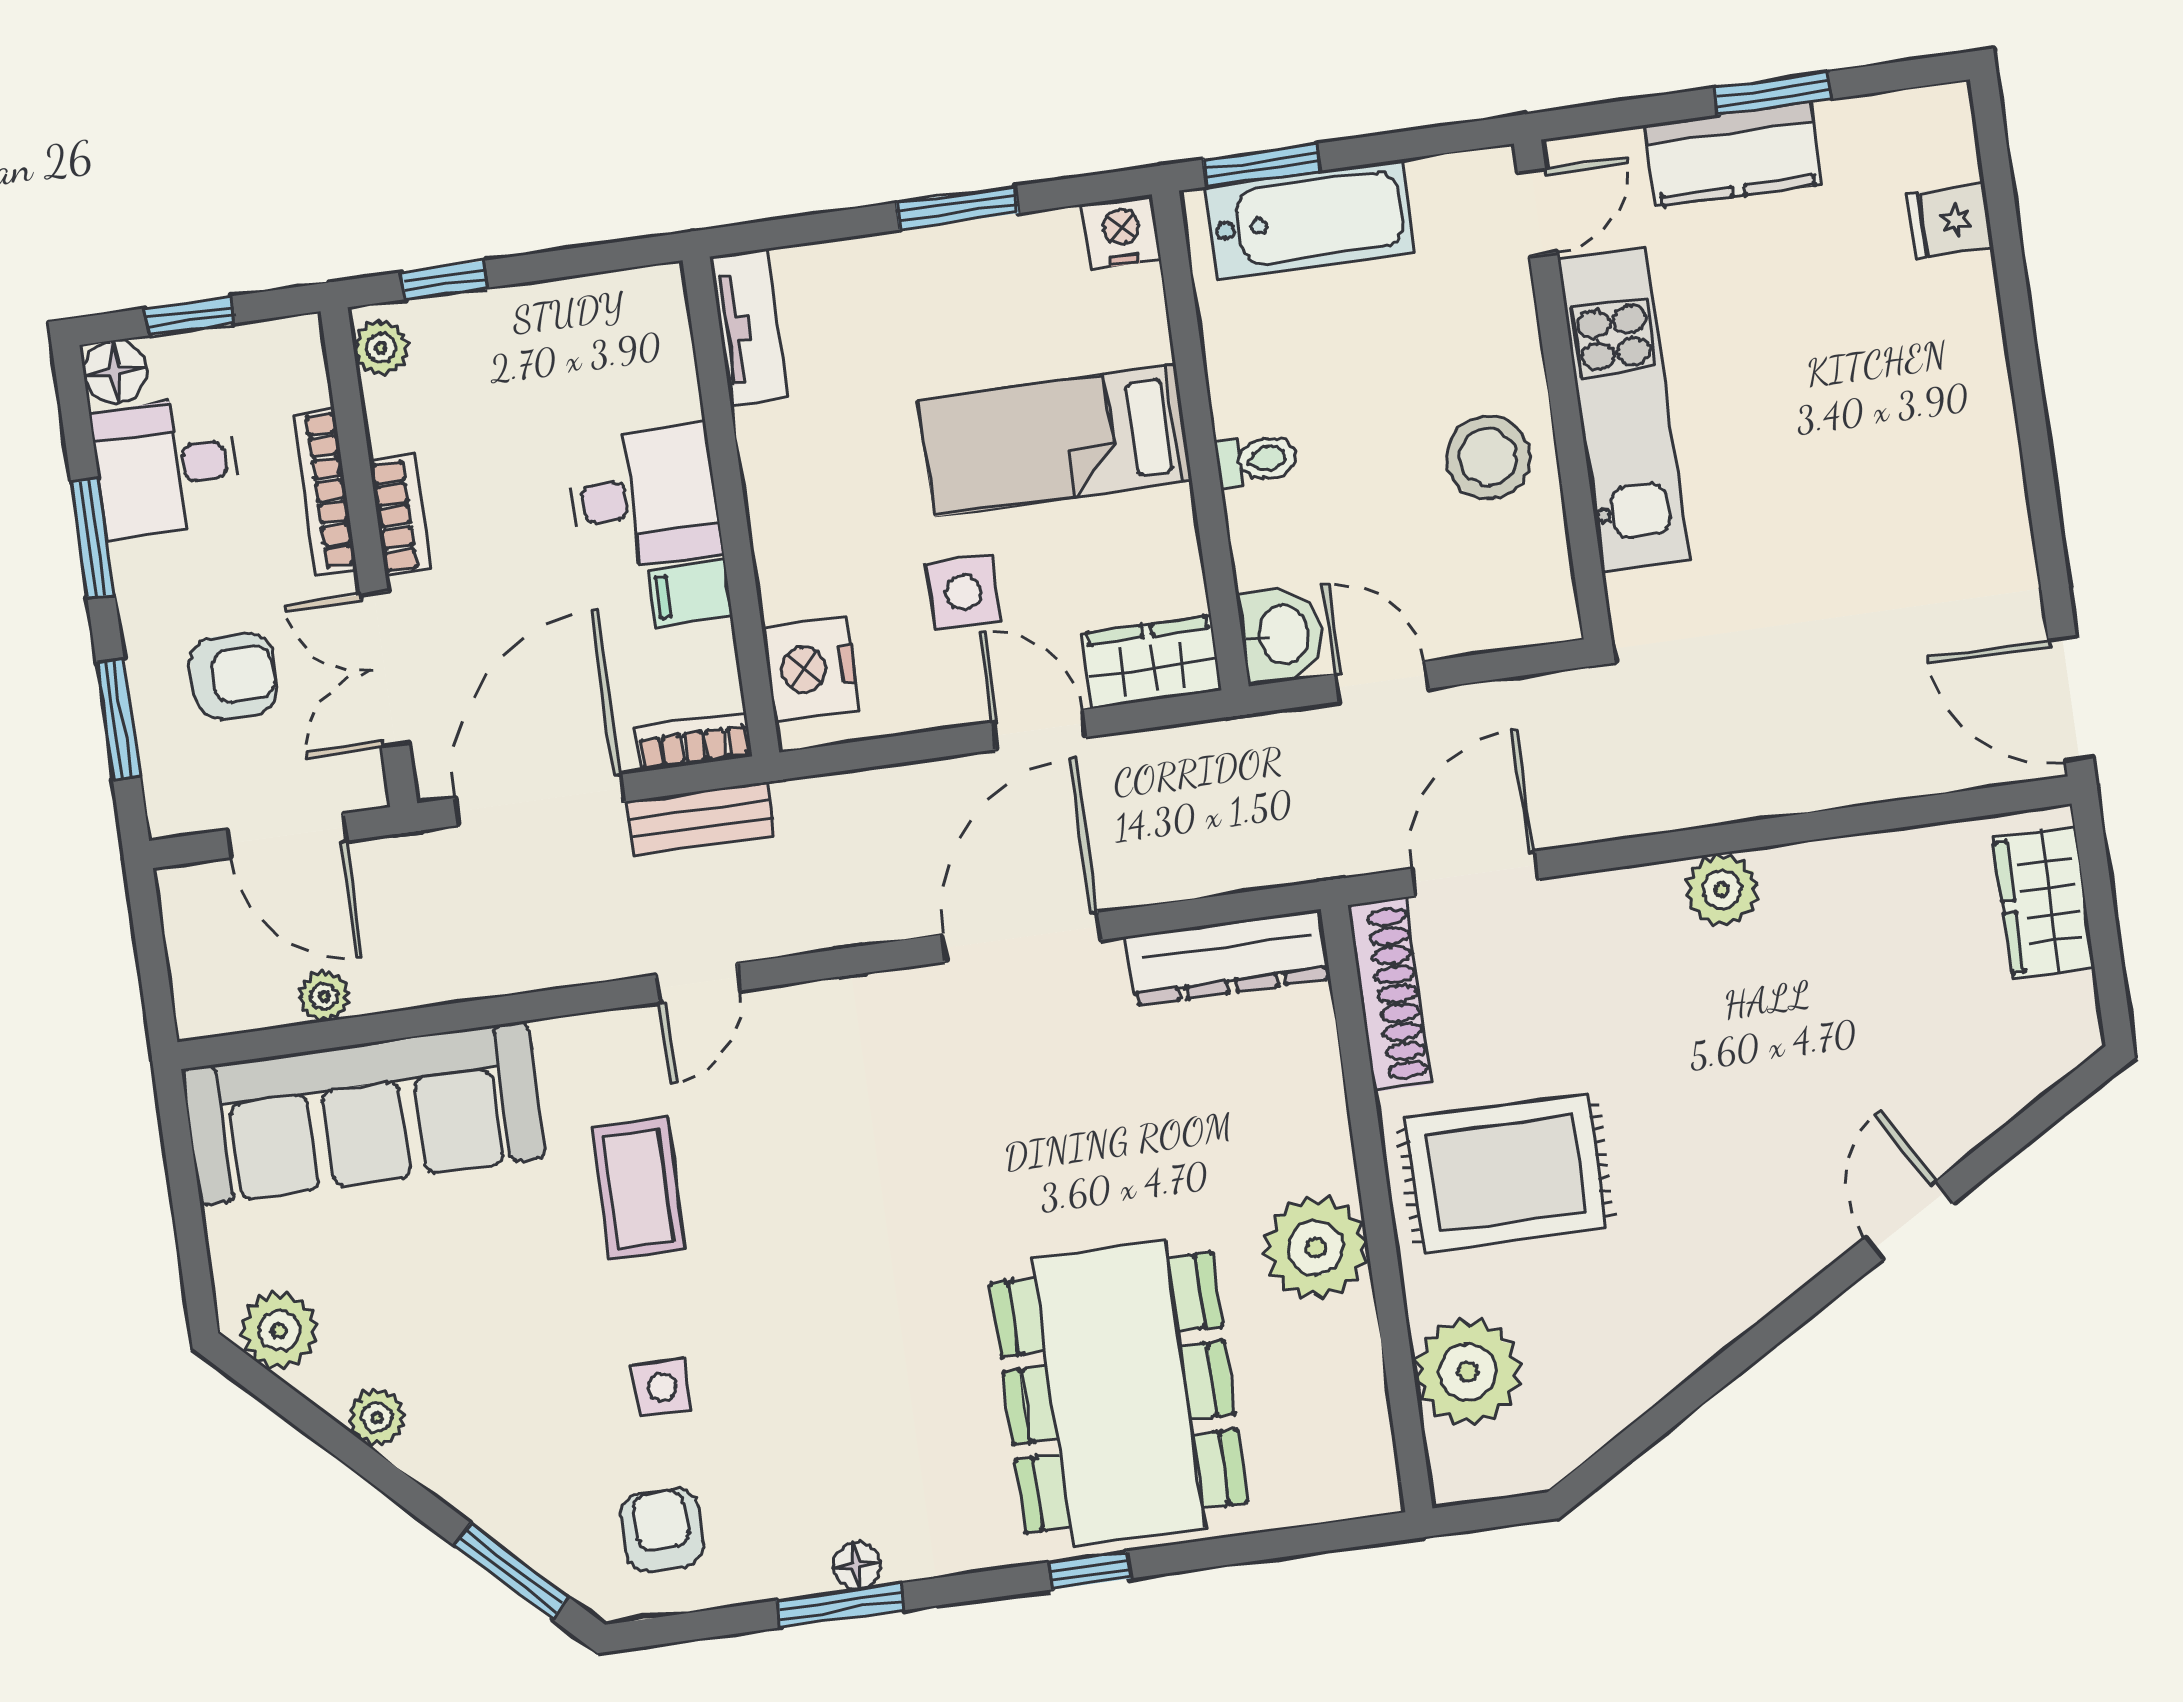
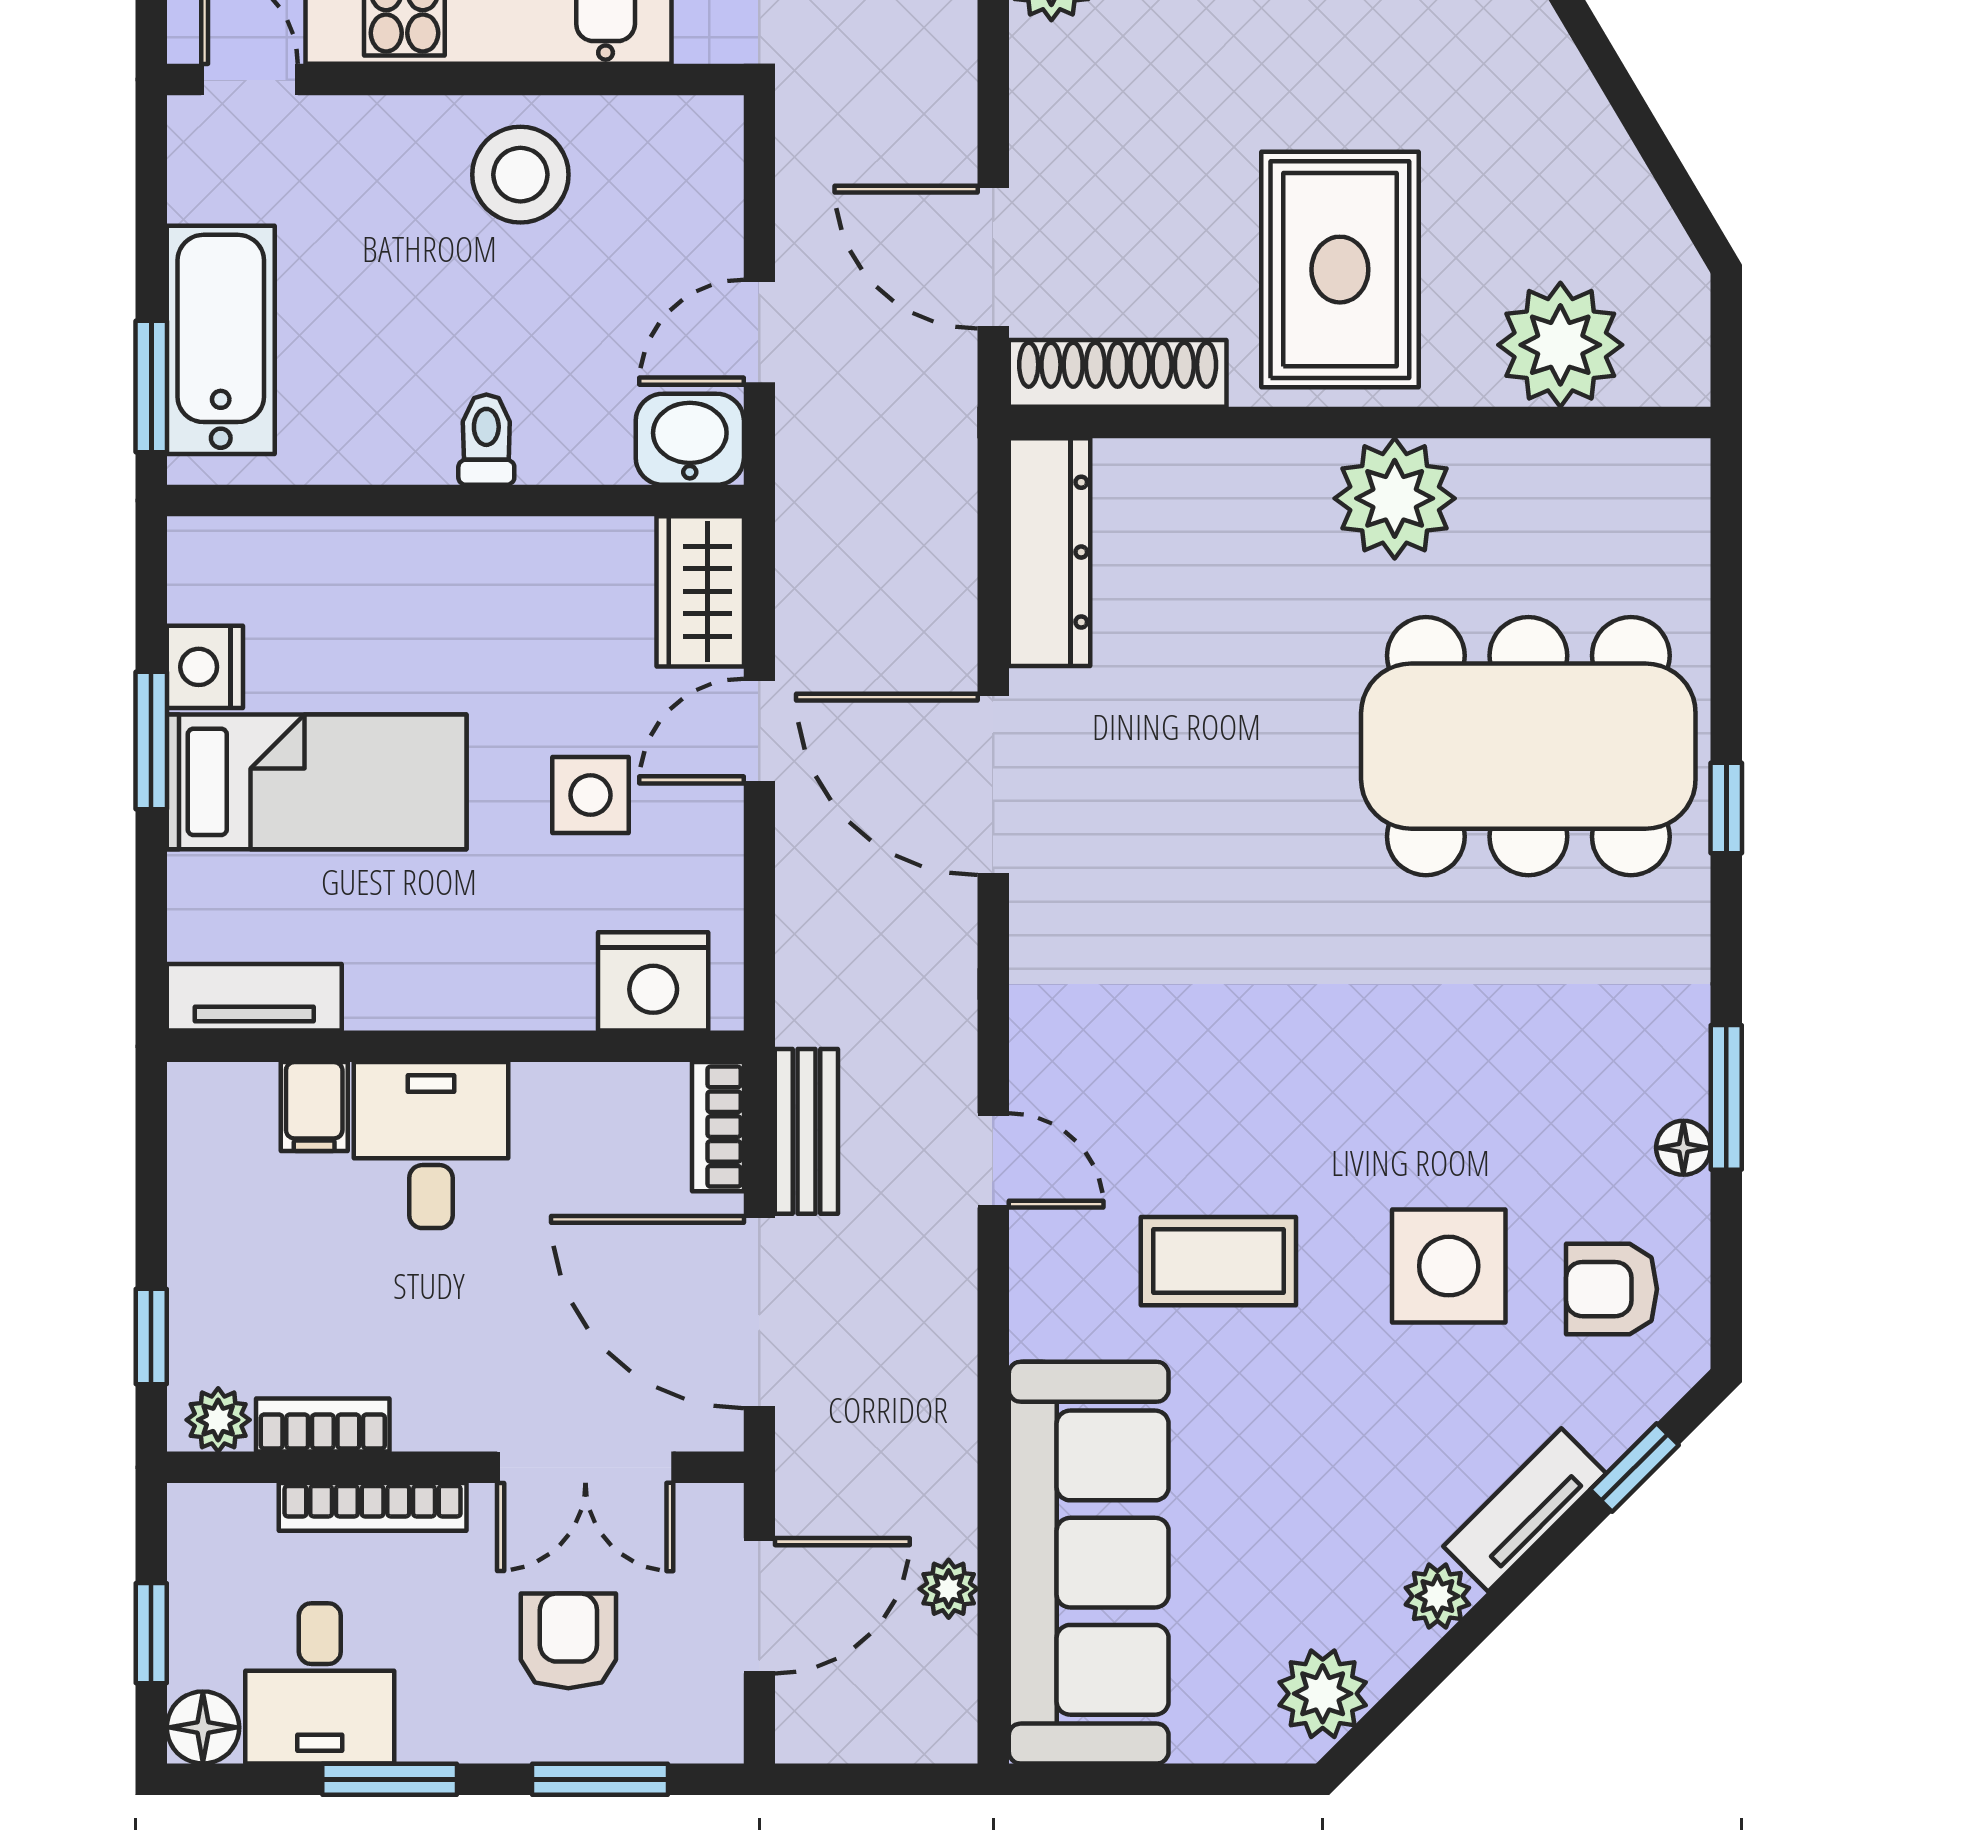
nightstand: (1121, 232) -> (205, 667), moved
bed: (1055, 441) -> (317, 782), moved, turned -90
bookcase: (400, 515) -> (323, 1425), moved
filing cabinet: (690, 593) -> (314, 1106), moved
side table: (662, 1387) -> (1449, 1266), width x1.87, depth x1.87
tv unit: (462, 1482) -> (1525, 1510), added
floor lamp: (857, 1566) -> (1683, 1148), moved
window: (511, 1571) -> (1634, 1467), width x0.67

